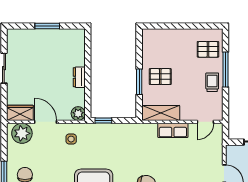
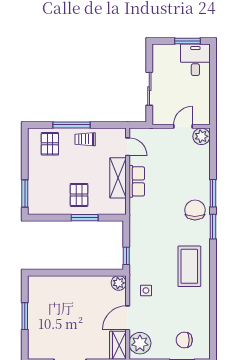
window: (162, 26) -> (25, 193), added
dresser: (79, 77) -> (80, 282), removed
shelving: (161, 113) -> (118, 178), moved

